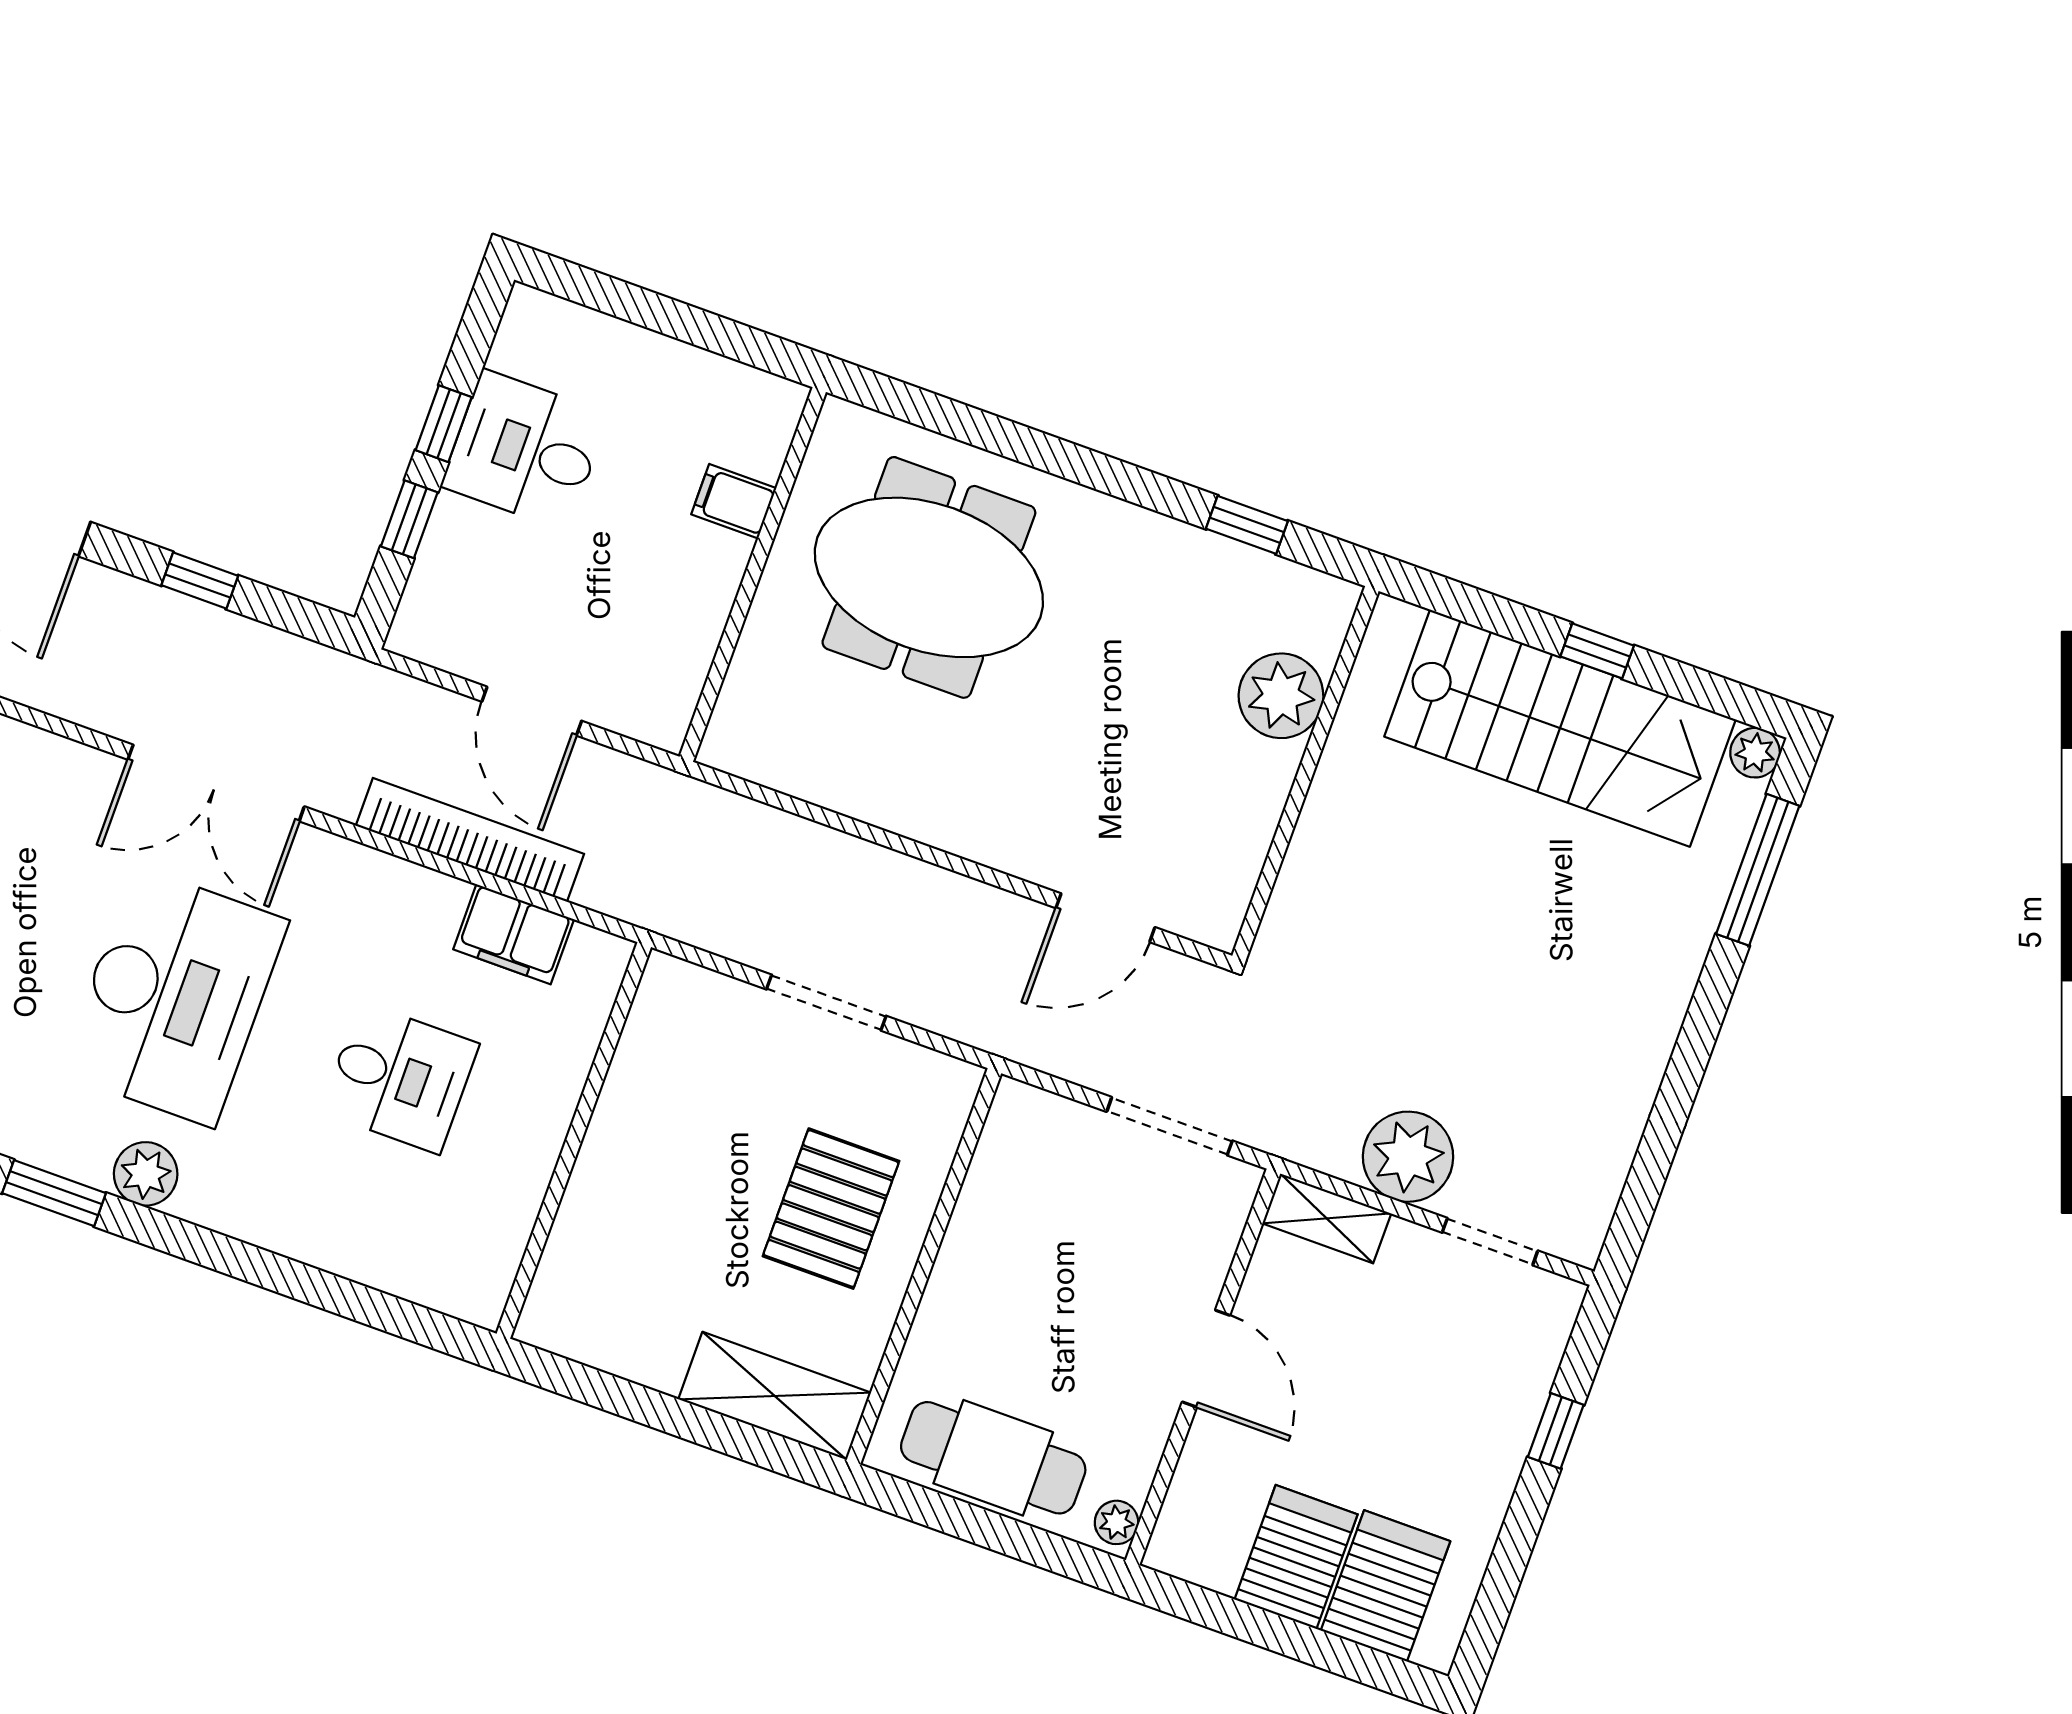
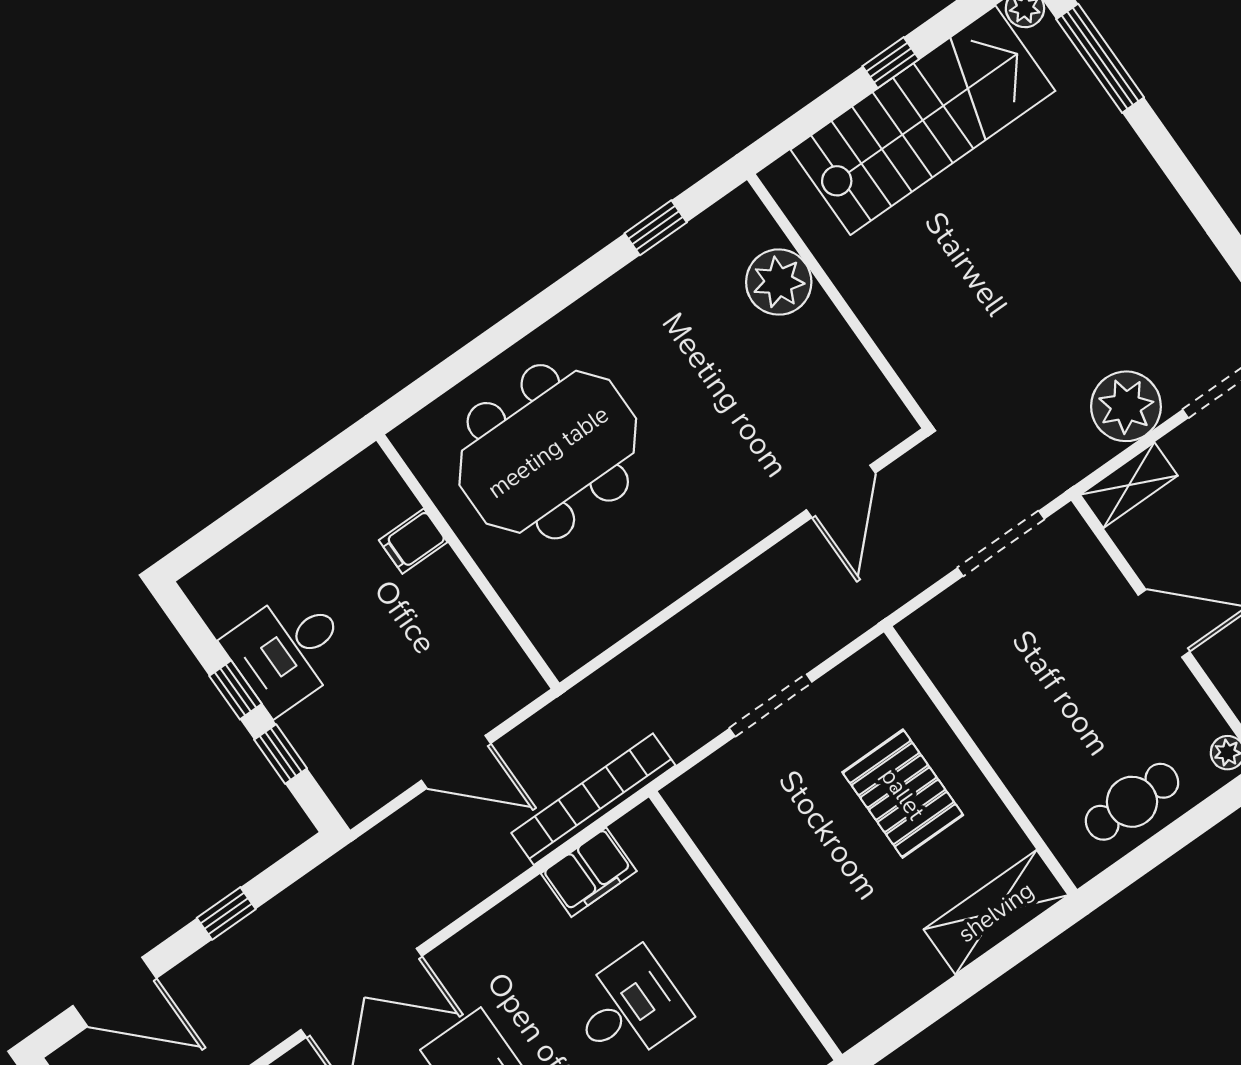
bookcase: (470, 840) -> (593, 799), moved
cafe table: (993, 1458) -> (1132, 802), width x0.73, depth x0.74

